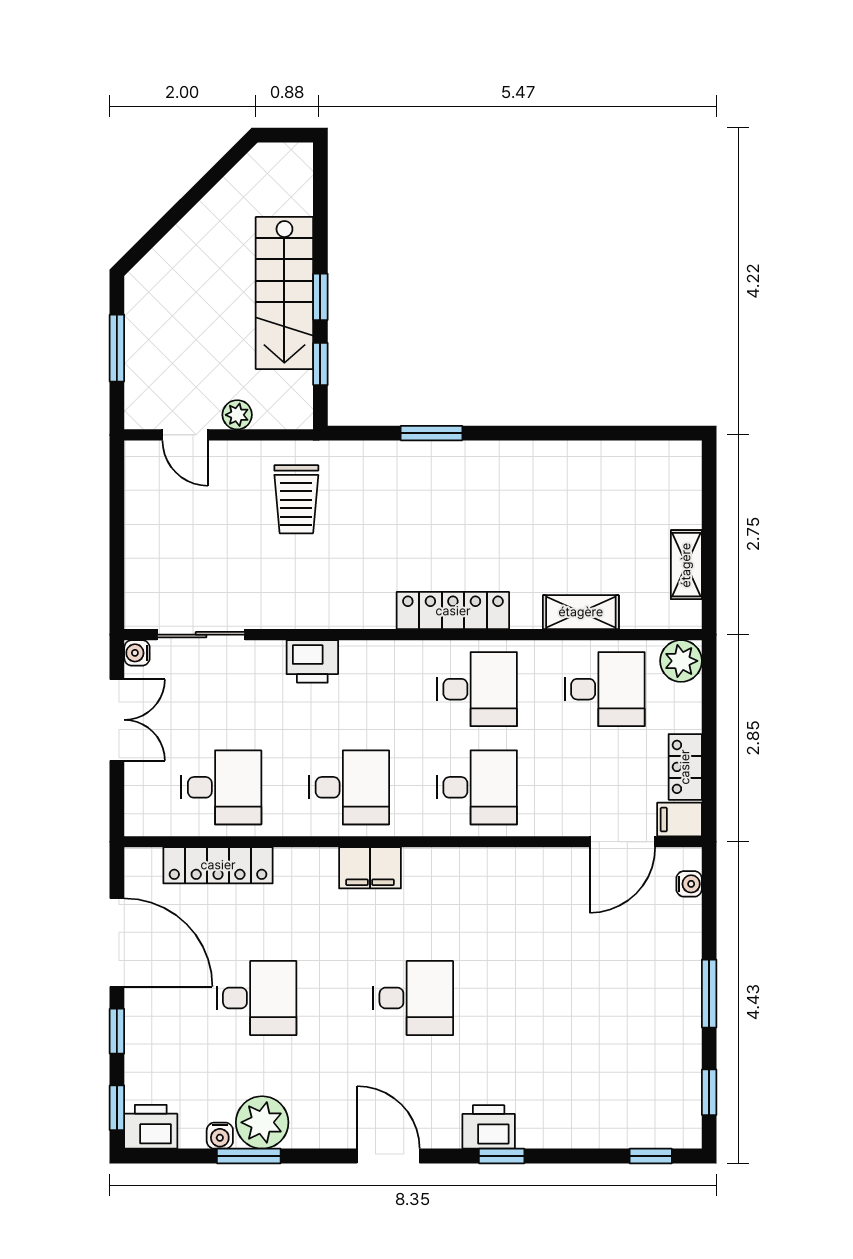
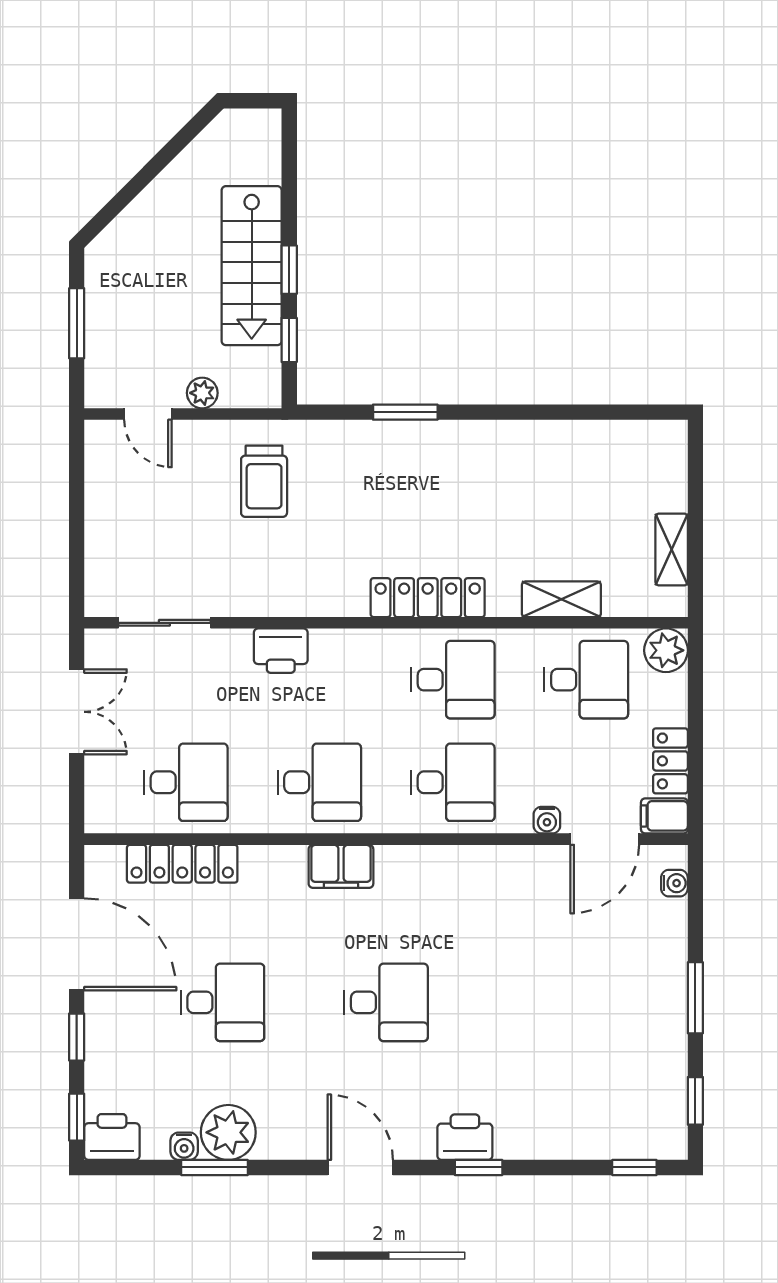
water cooler: (137, 653) -> (547, 820), moved, turned -90

